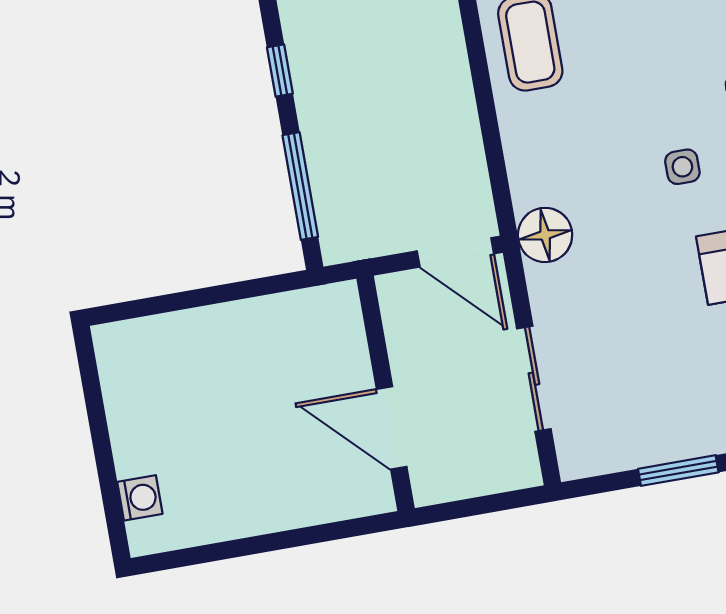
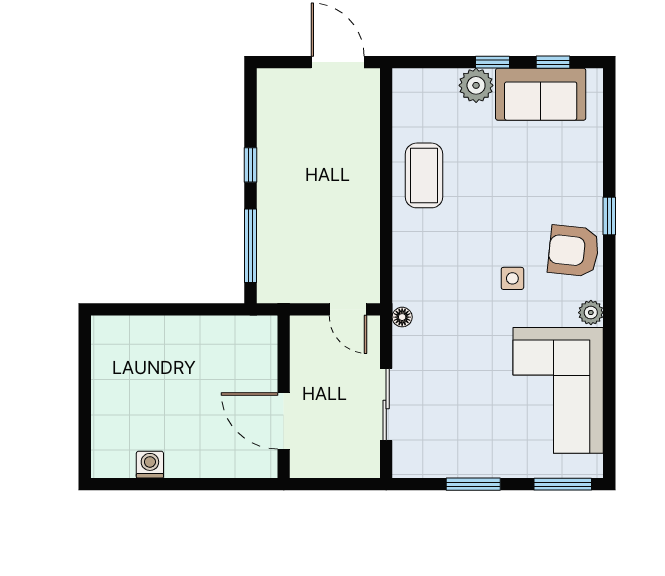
floor lamp: (545, 235) -> (402, 317), width x0.53, depth x0.53
door: (455, 252) -> (348, 309), width x0.73
washing machine: (140, 498) -> (150, 465), moved, turned -90

